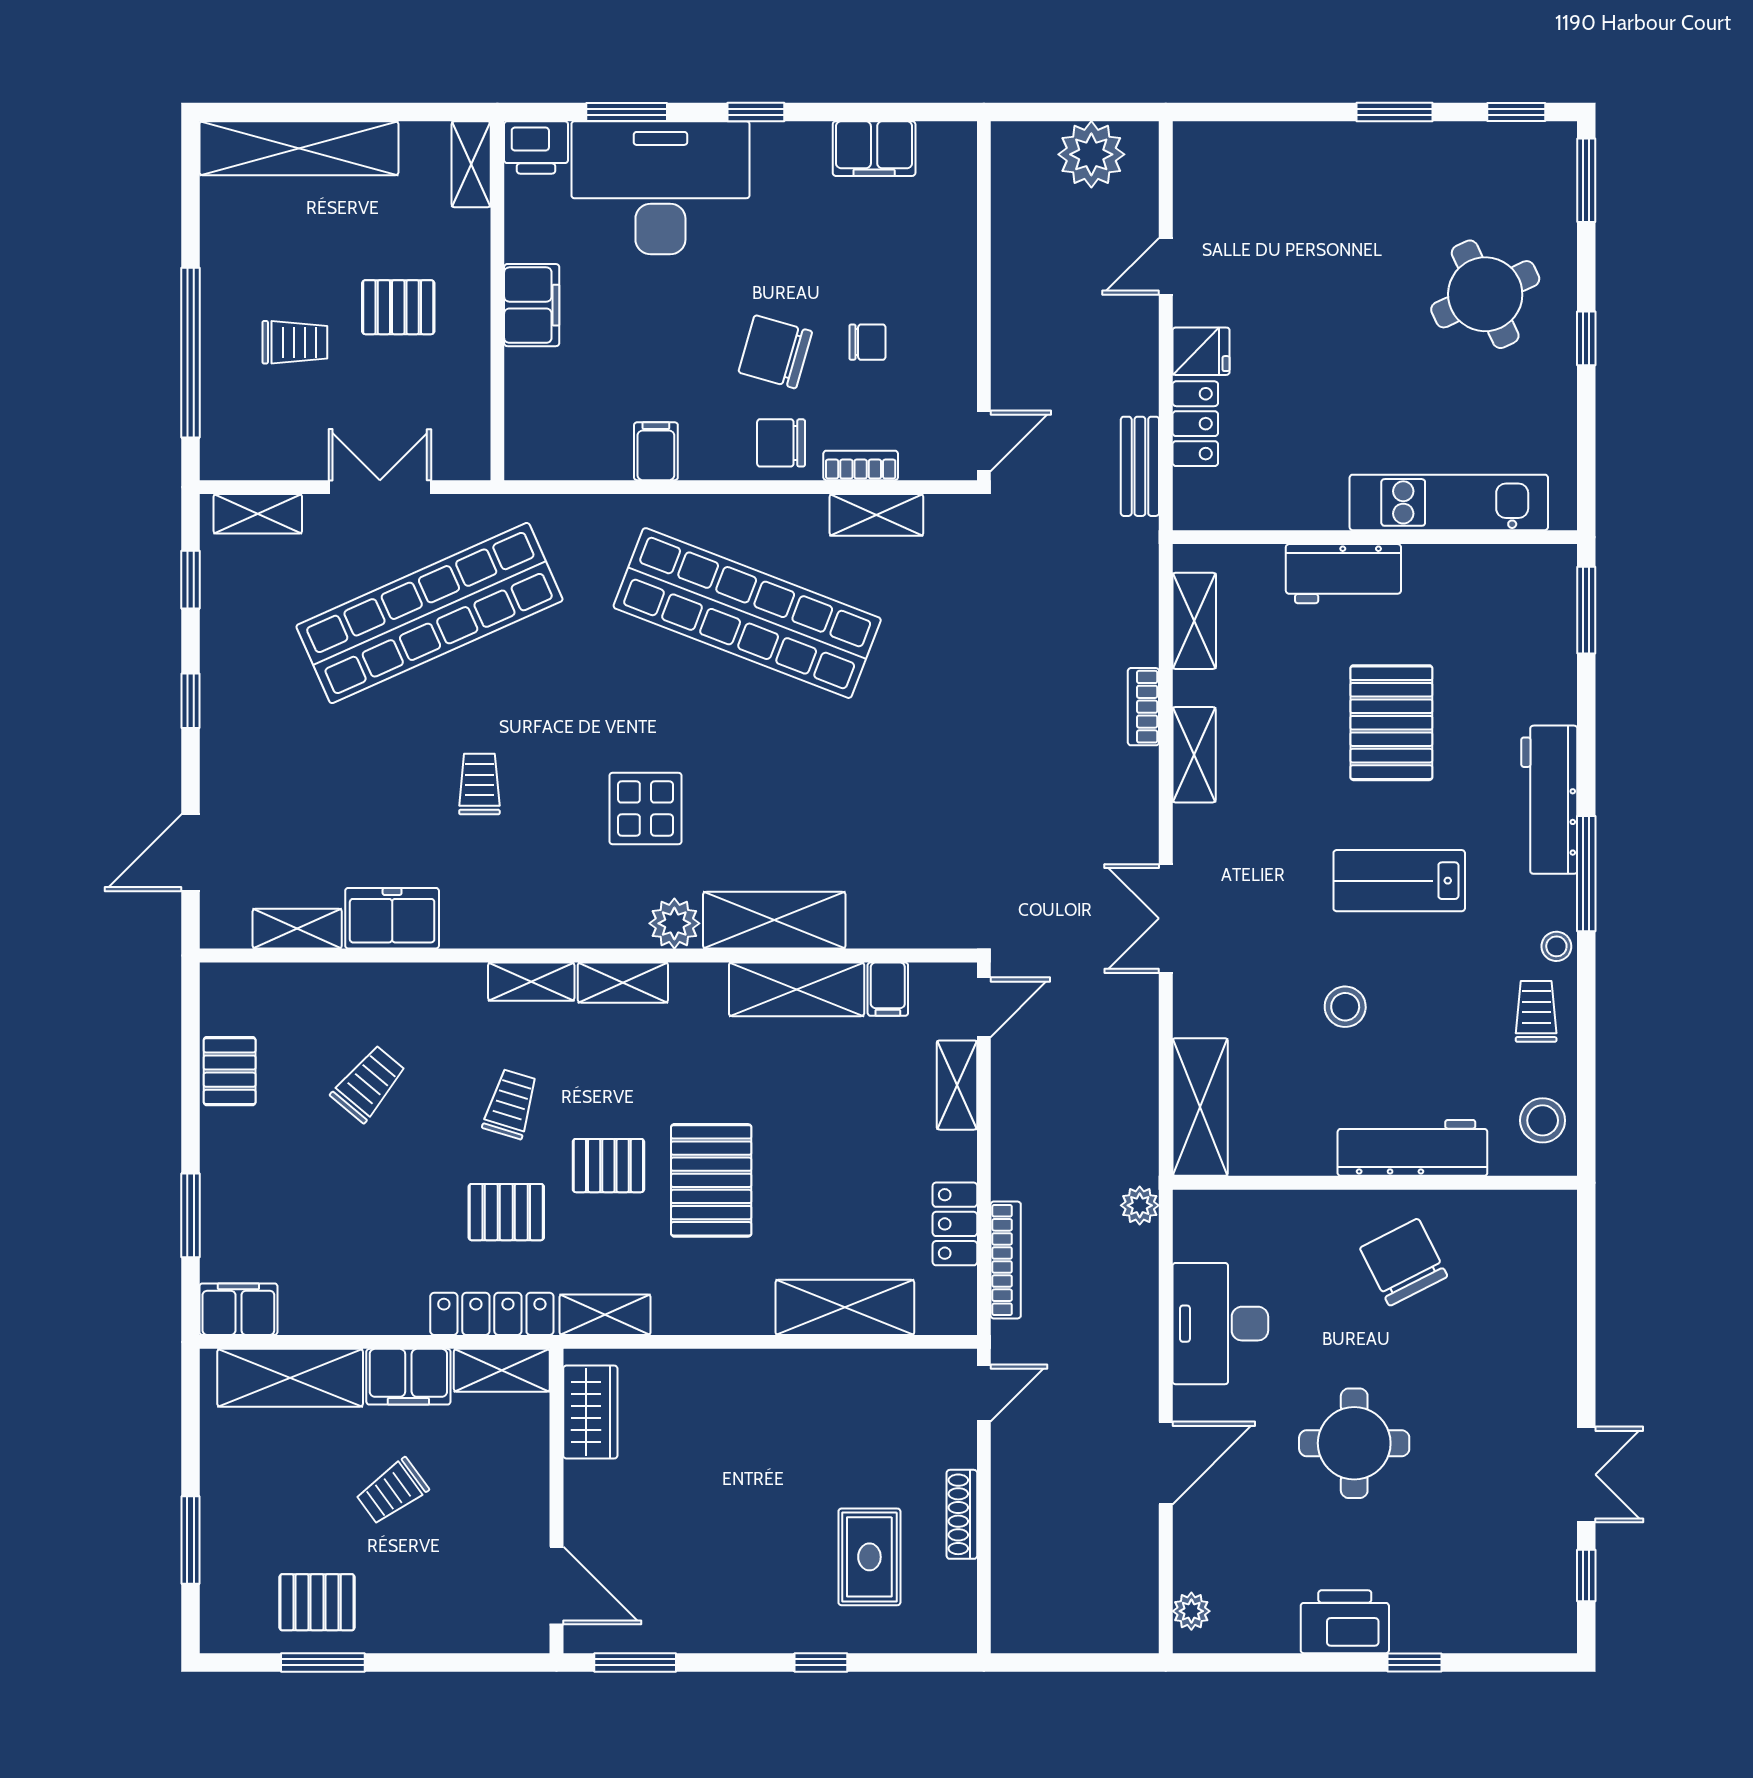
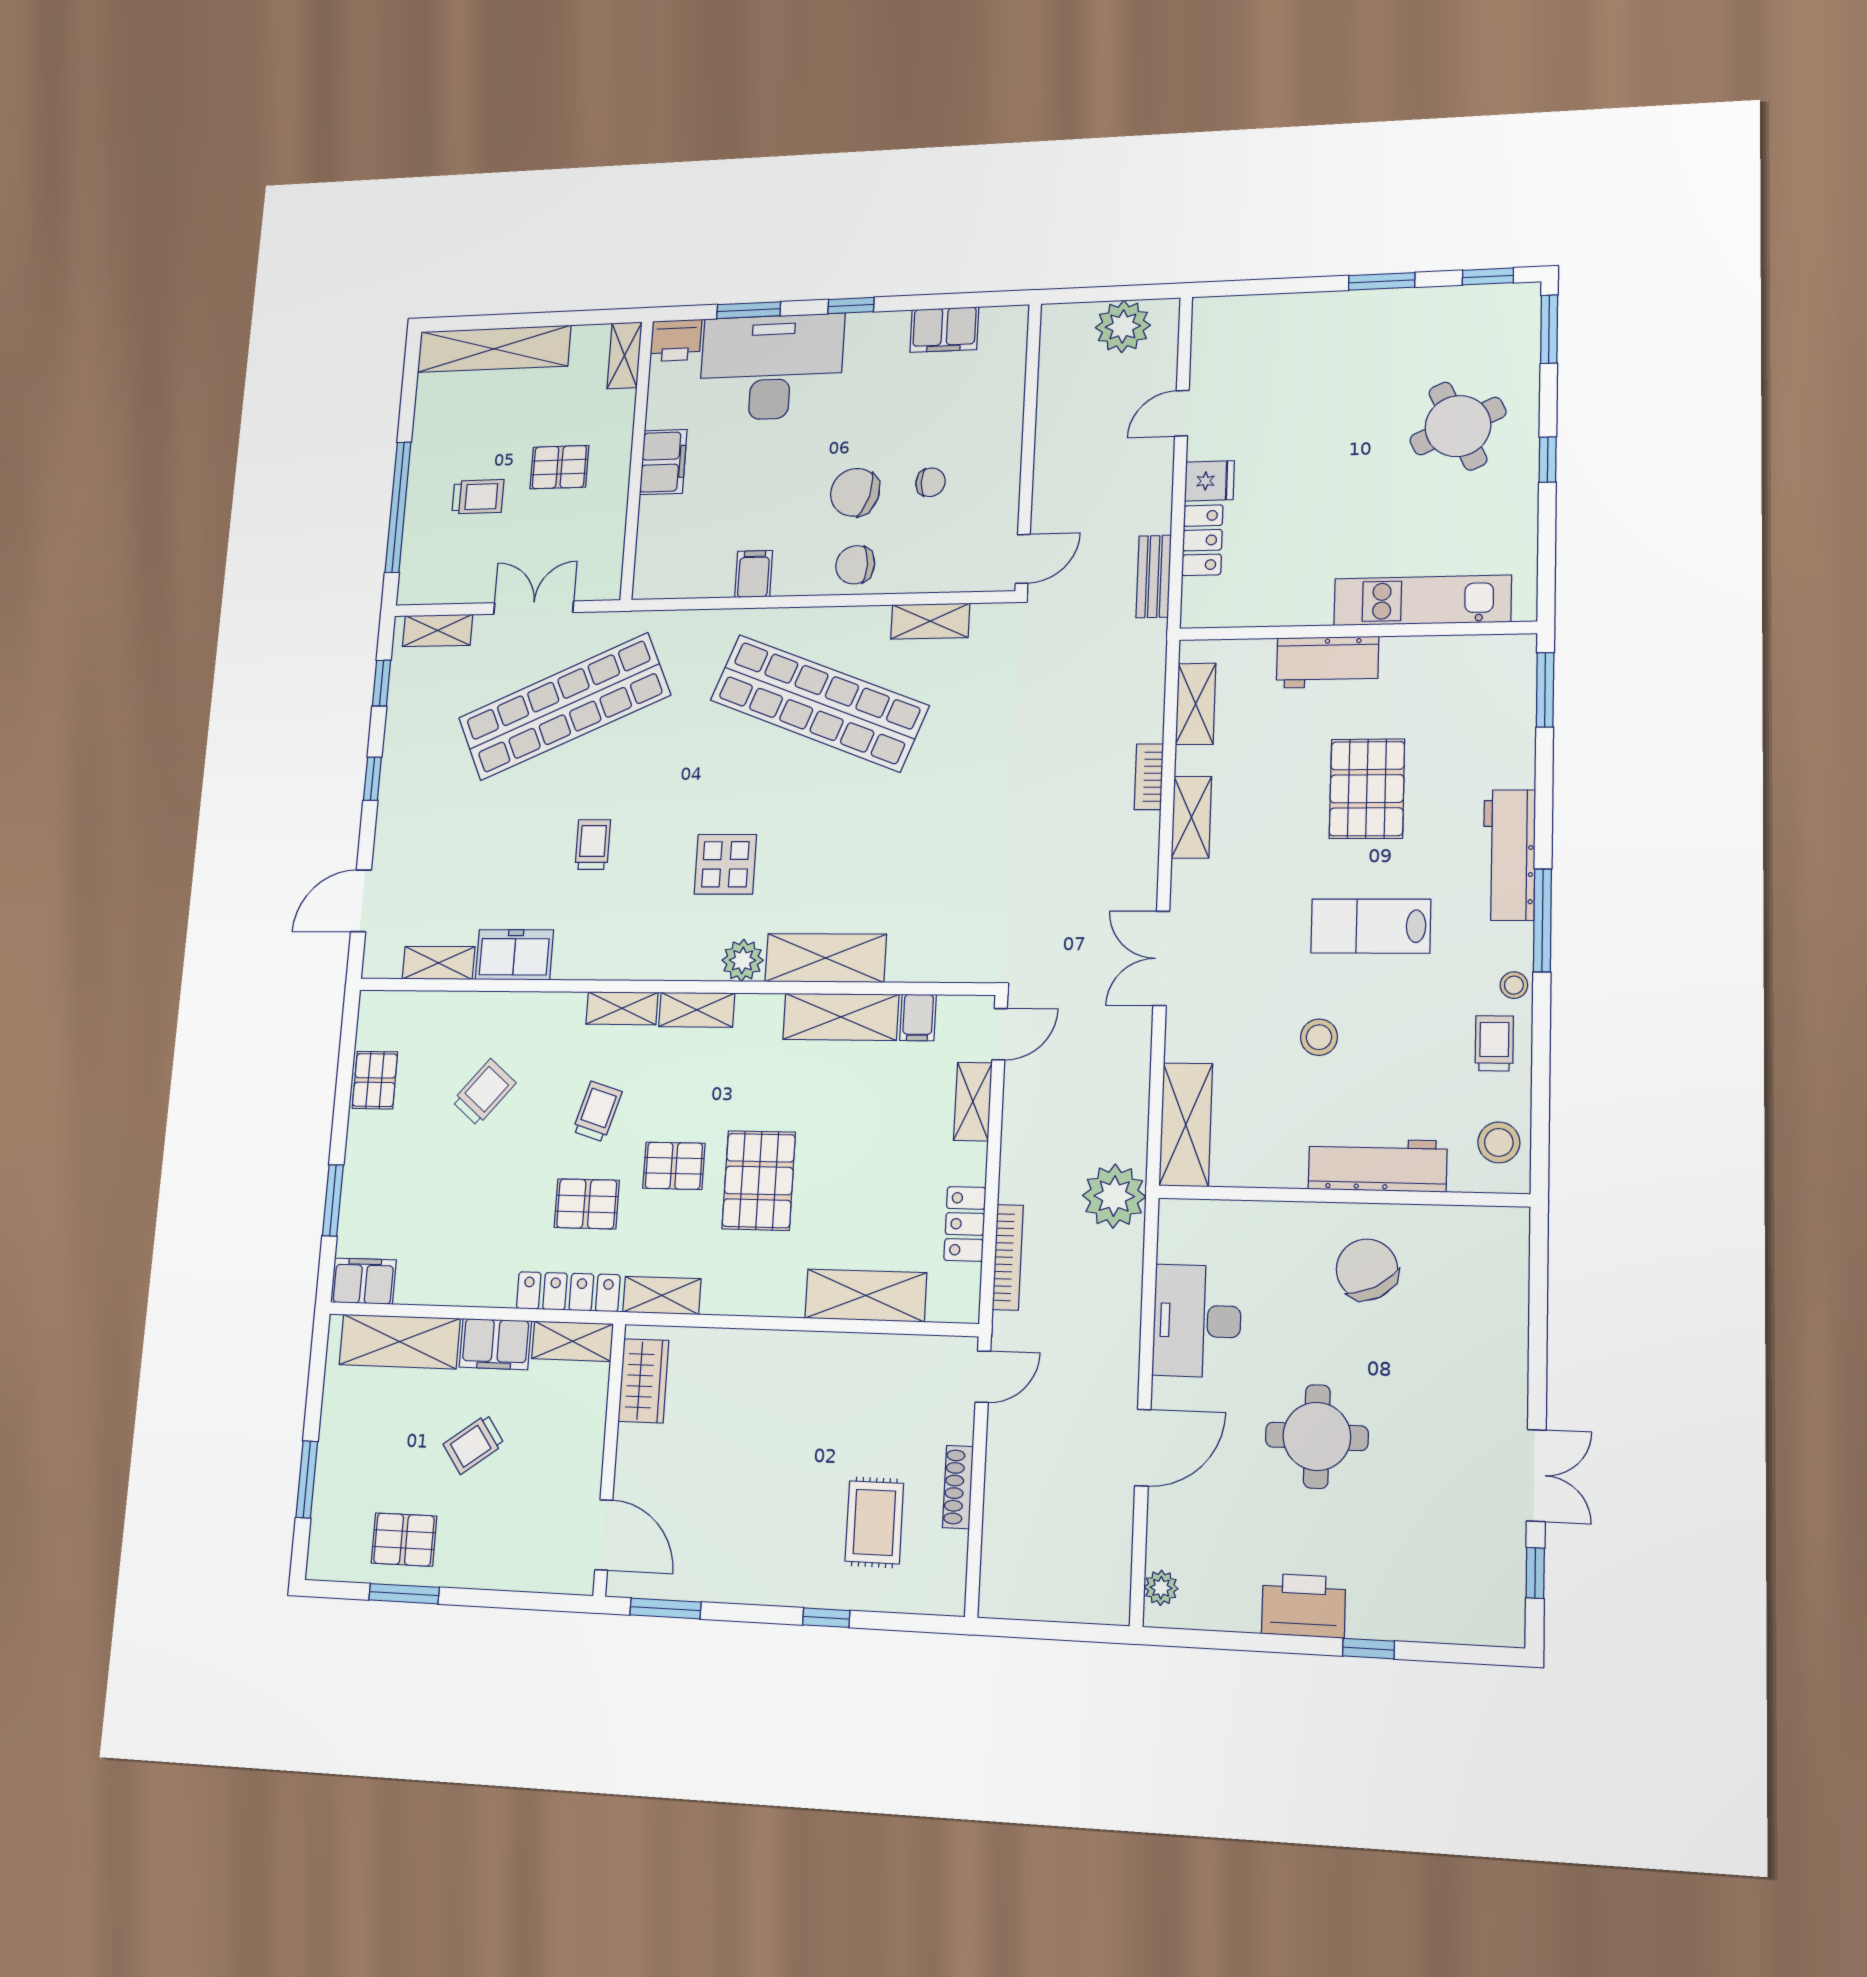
bookcase: (861, 465) -> (919, 581), removed
plant: (1140, 1205) -> (1114, 1196), width x1.87, depth x1.87

